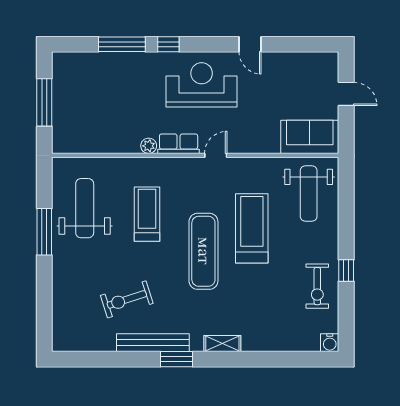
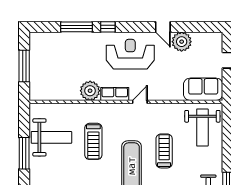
plant: (278, 66) -> (182, 42), added
plant: (149, 146) -> (90, 91), width x1.88, depth x1.88
weight bench: (85, 208) -> (51, 137), turned 90
treadmill: (147, 214) -> (93, 141), turned 180
treadmill: (252, 228) -> (164, 151), width x0.73, depth x0.73

